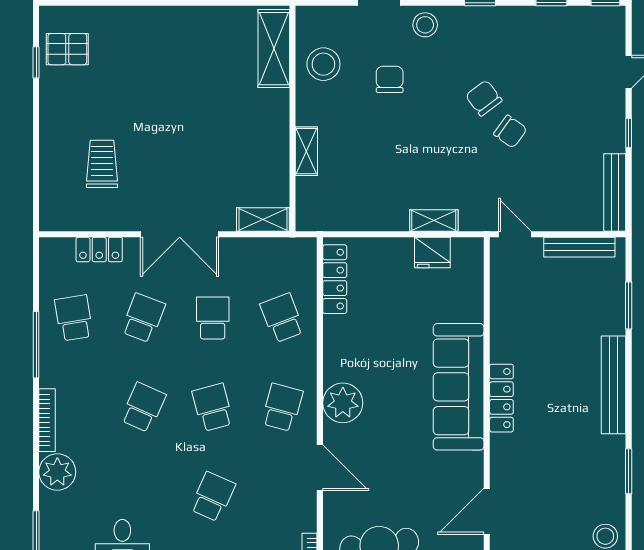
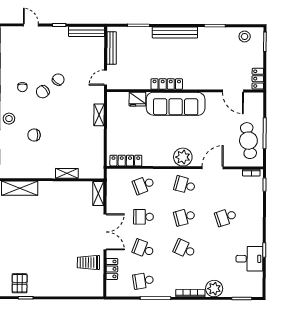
chair: (494, 54) -> (22, 87), added
stool: (323, 64) -> (27, 165), removed
trolley: (102, 164) -> (88, 262), moved
fridge: (432, 253) -> (137, 99), moved, turned 90
locker: (501, 398) -> (167, 84), moved
school desk: (213, 497) -> (226, 217), turned -42

